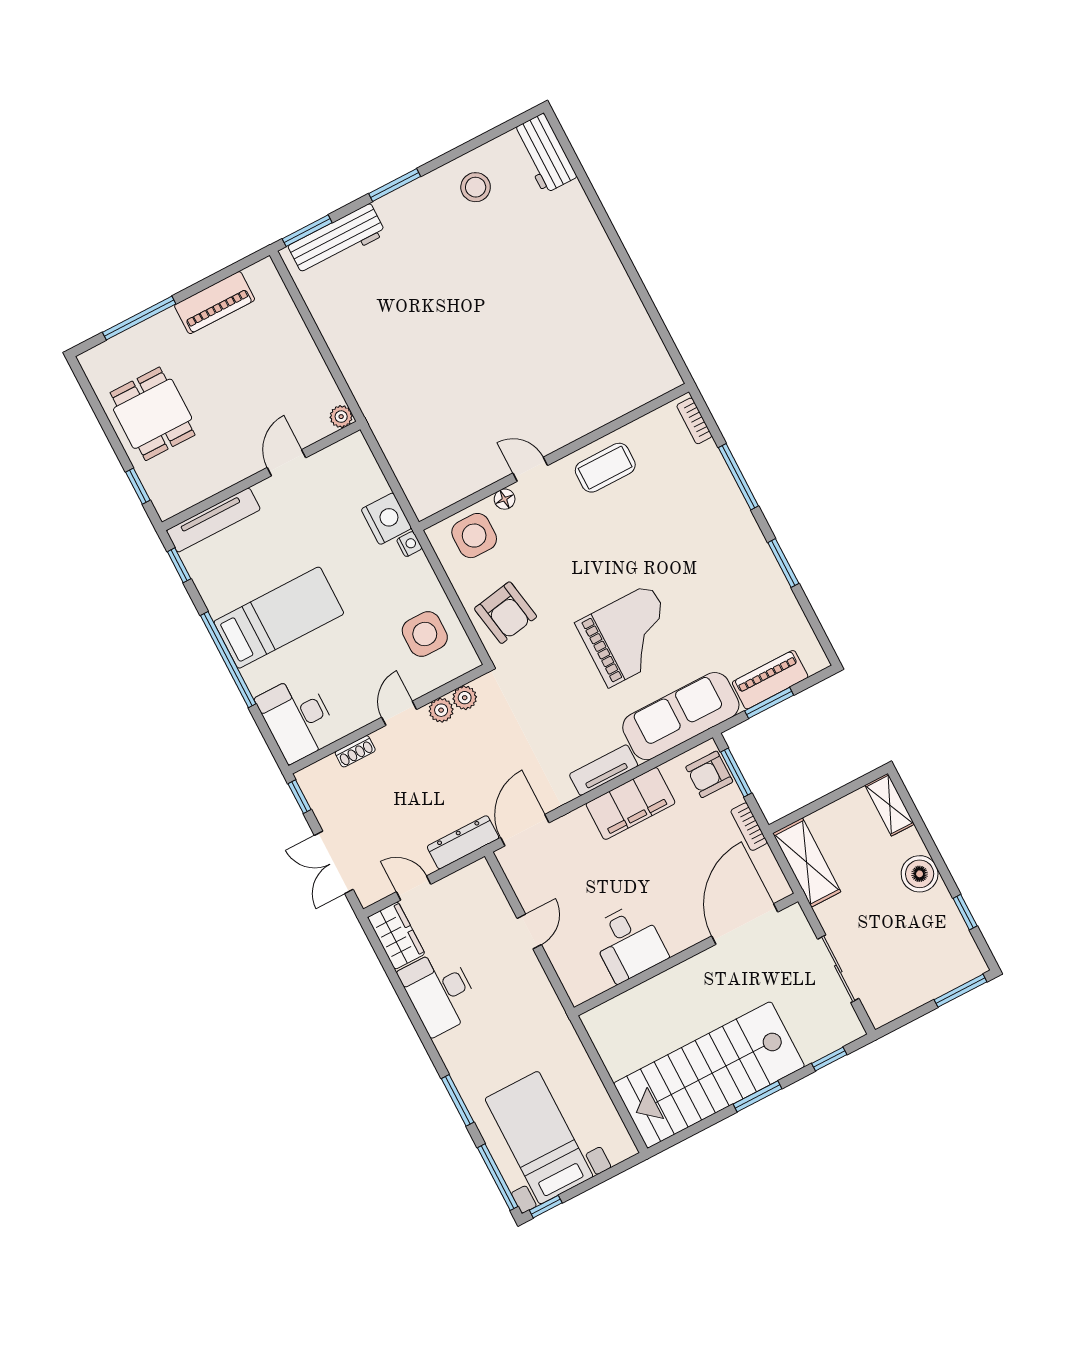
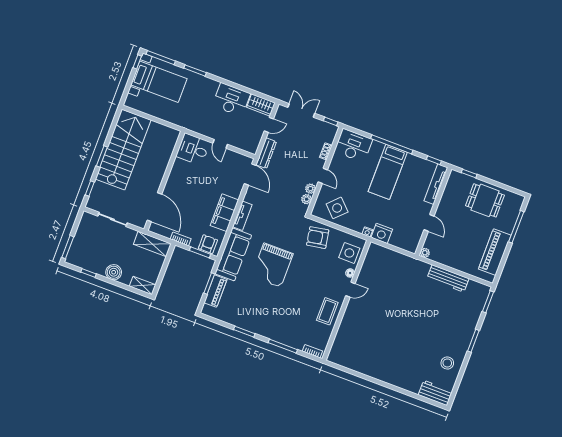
workbench: (337, 240) -> (448, 278), moved, turned -90
piano: (215, 303) -> (495, 252), width x1.37, depth x1.33
side table: (425, 634) -> (337, 208), turned 45
desk: (628, 943) -> (193, 149), moved

